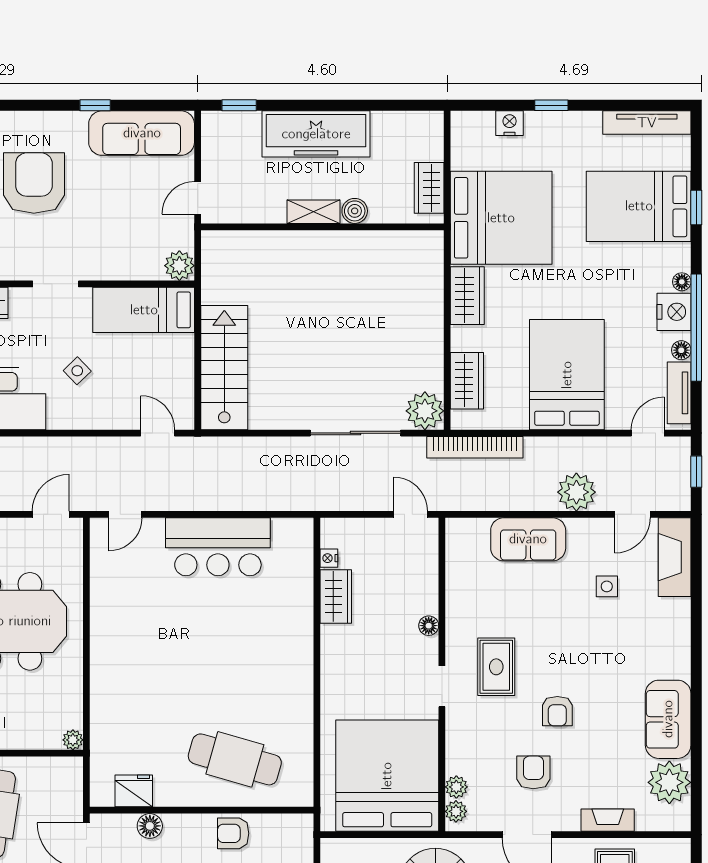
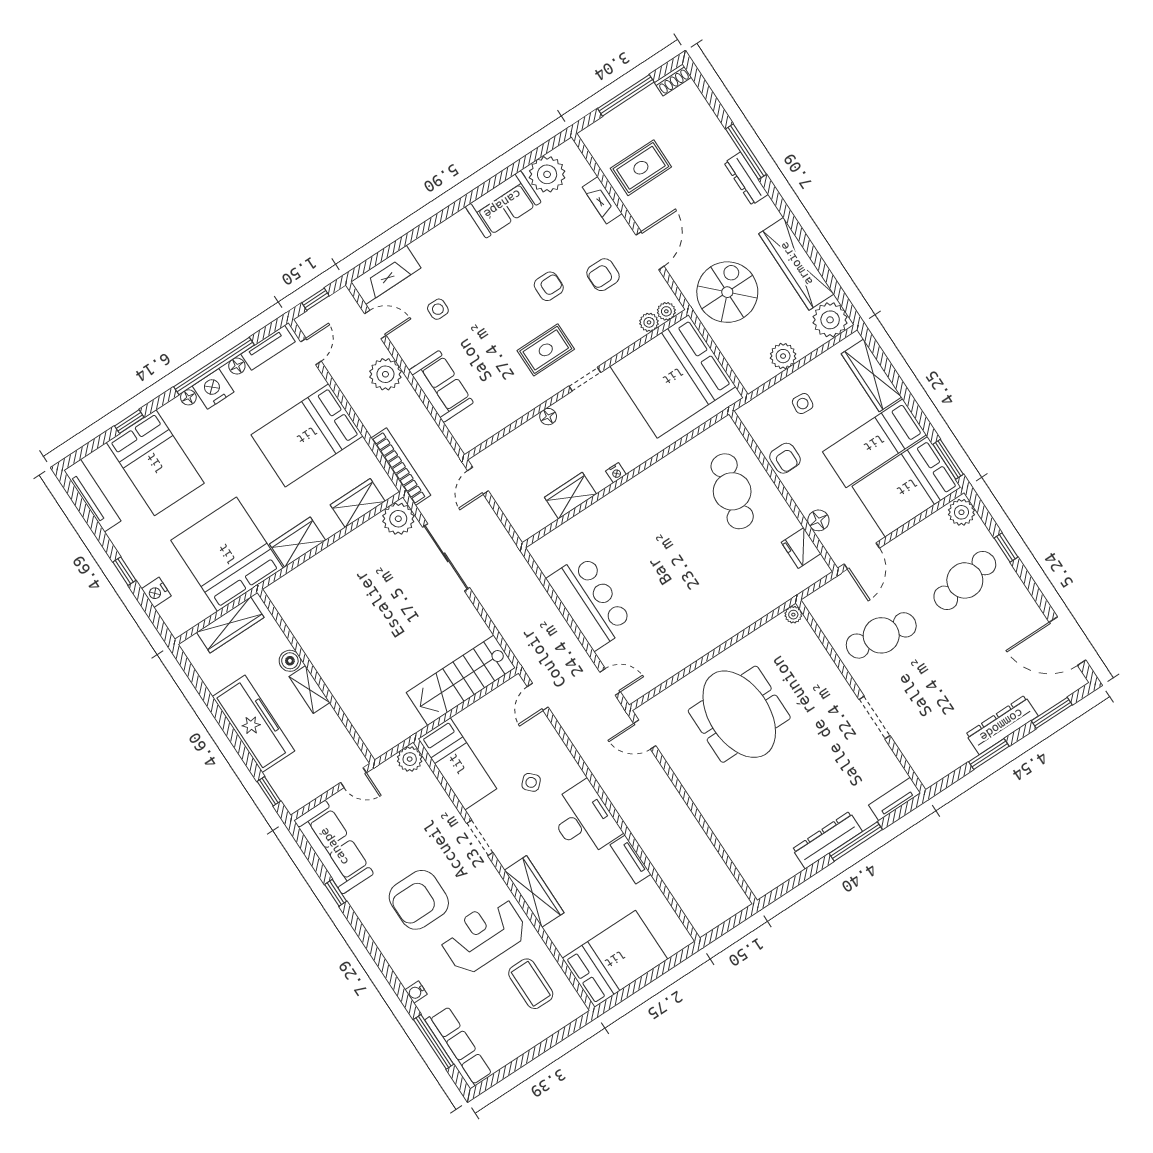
wardrobe: (429, 188) -> (230, 625), width x1.50
door: (648, 433) -> (311, 351), swing flipped
nightstand: (329, 558) -> (616, 473), moved

